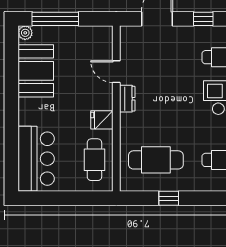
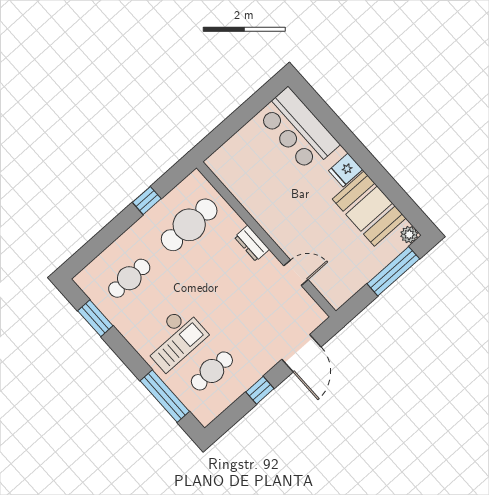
dresser: (127, 99) -> (252, 243), moved
fridge: (102, 120) -> (346, 170), moved, turned 180
cafe table: (94, 160) -> (245, 176), removed

